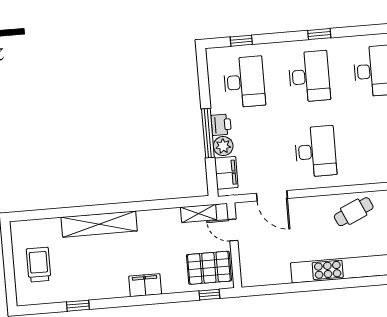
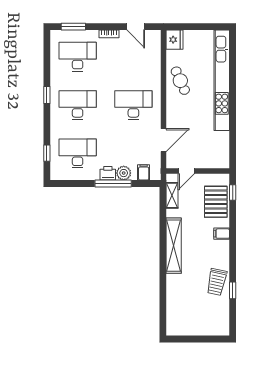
filing cabinet: (226, 173) -> (144, 172), width x0.50
shelving: (99, 224) -> (174, 246), moved
trolley: (39, 265) -> (217, 282), moved, turned -78
pallet: (209, 268) -> (216, 202), moved
filing cabinet: (145, 285) -> (222, 234), width x0.50

